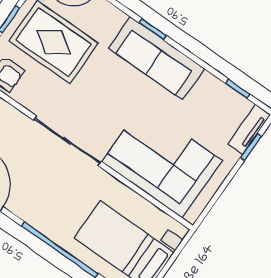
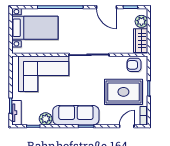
plant: (209, 87) -> (46, 119), added

